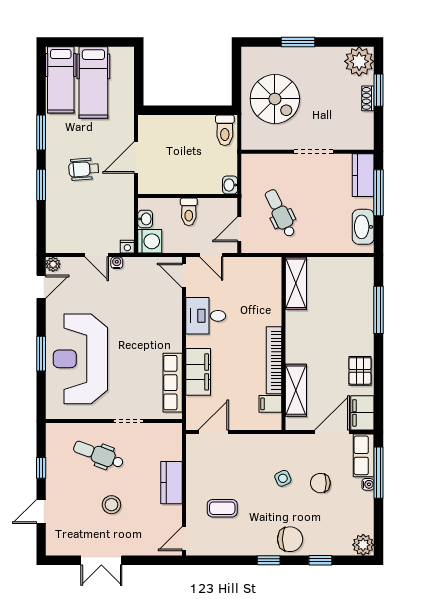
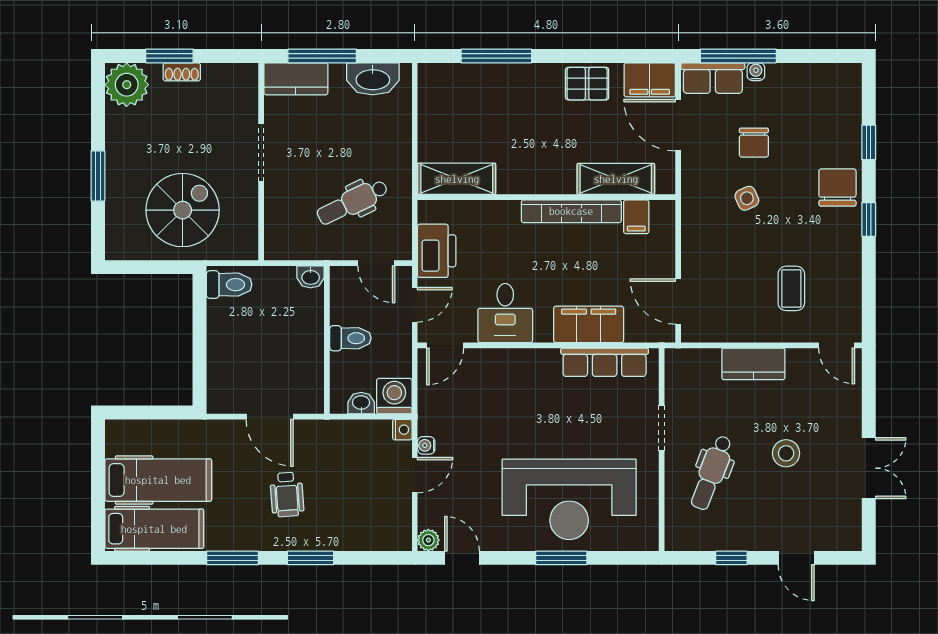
printer: (248, 270) -> (437, 251), added
plant: (363, 545) -> (846, 79), removed

